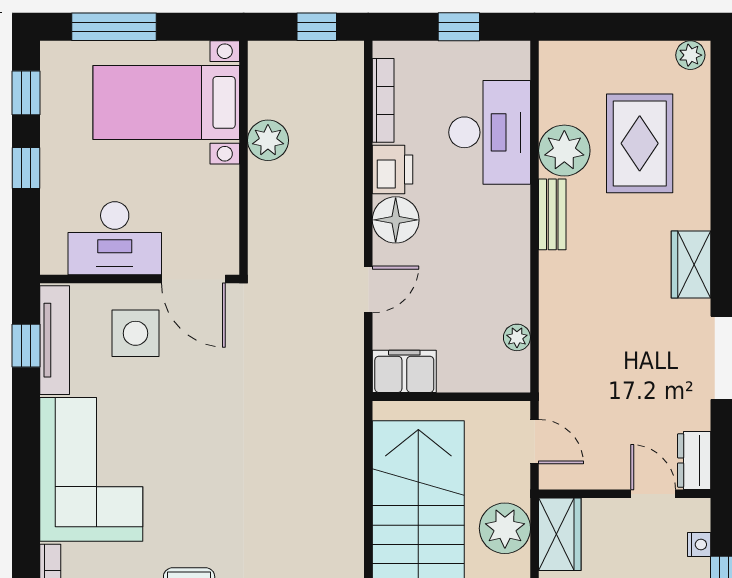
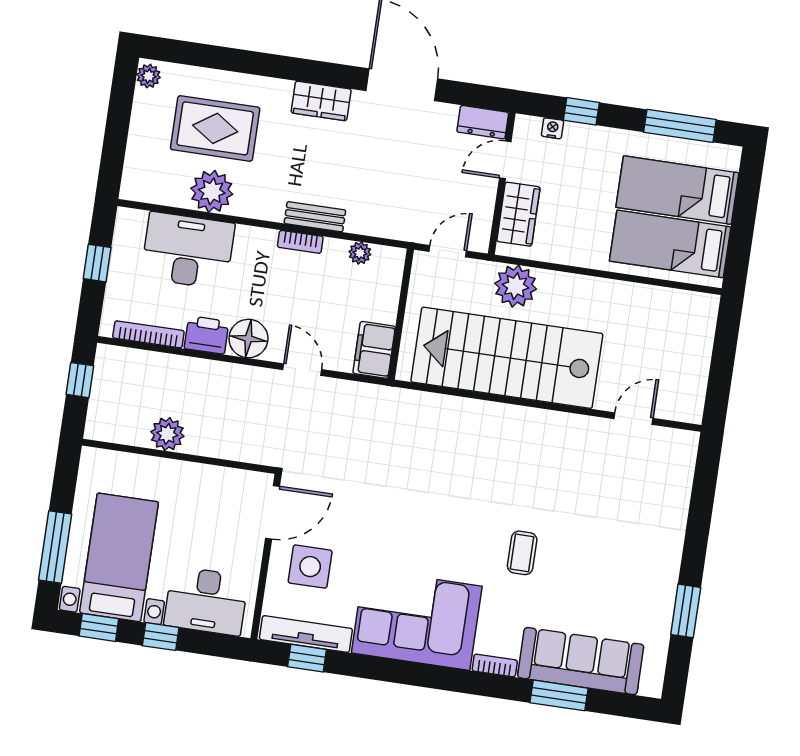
bed with nightstands: (166, 102) -> (119, 557), moved, turned 180
bench: (552, 214) -> (315, 217), moved
desk: (115, 238) -> (206, 601), moved, turned 90
bookcase: (520, 265) -> (300, 242), added
wardrobe: (560, 534) -> (518, 214), moved, turned 90

